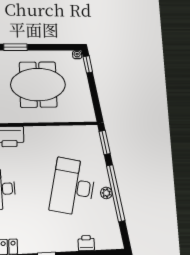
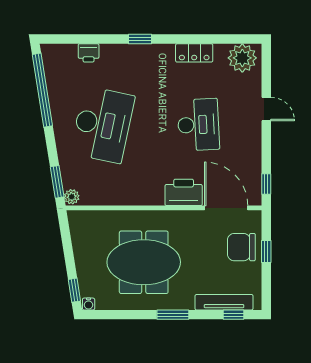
plant: (106, 193) -> (72, 197), moved
window: (116, 193) -> (42, 90), moved

